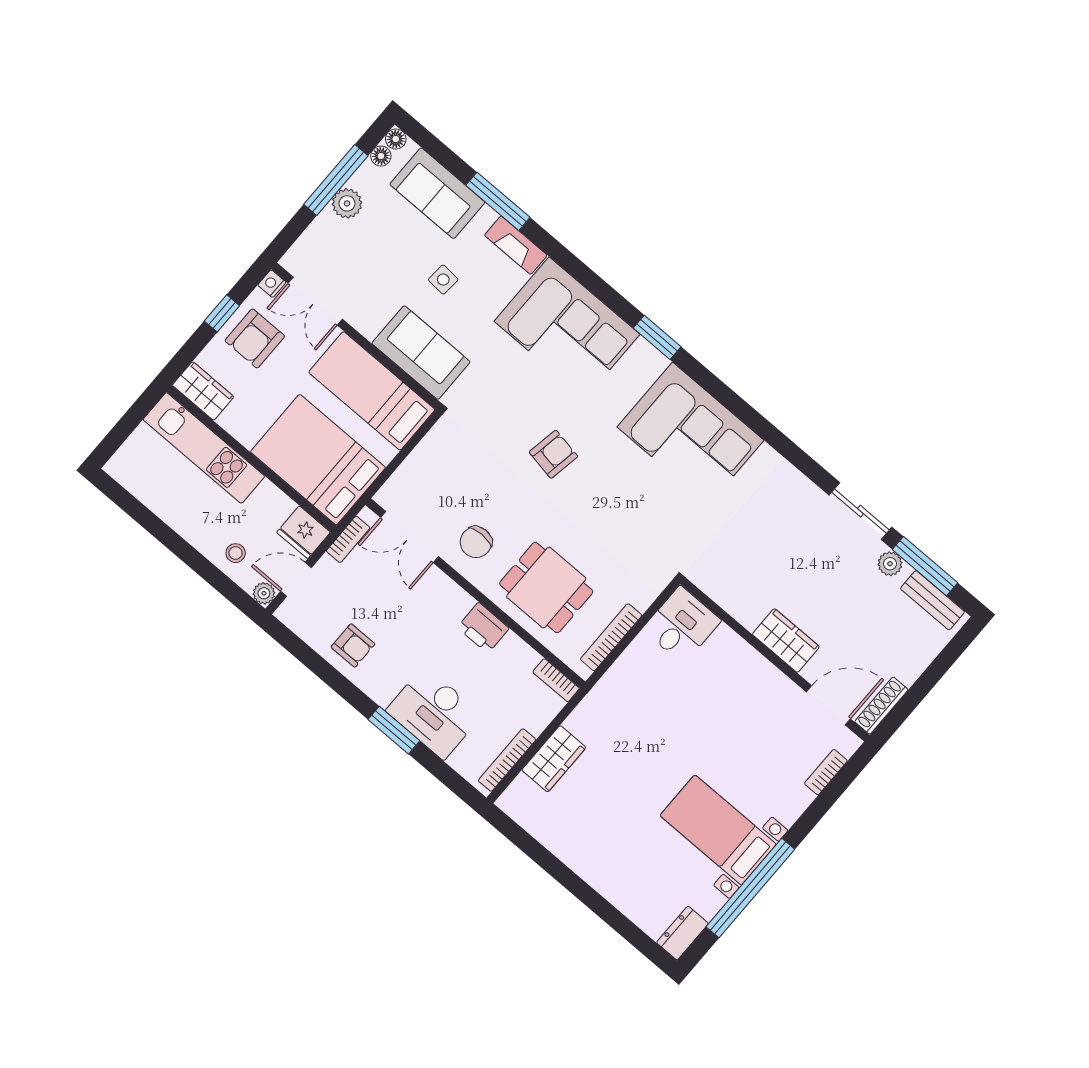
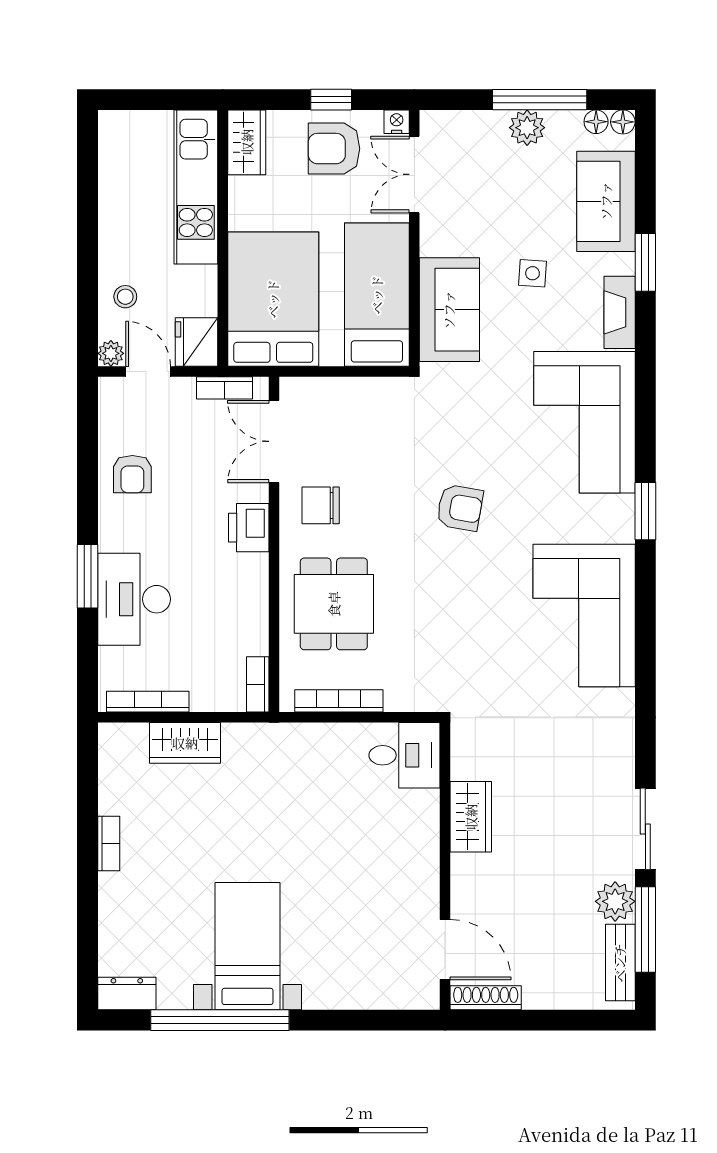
window: (498, 201) -> (645, 262), width x0.69
plant: (890, 564) -> (615, 901), width x1.38, depth x1.38
printer: (483, 628) -> (249, 528), moved
wardrobe: (786, 641) -> (471, 817), moved
bookcase: (826, 772) -> (109, 844), moved, turned 90

